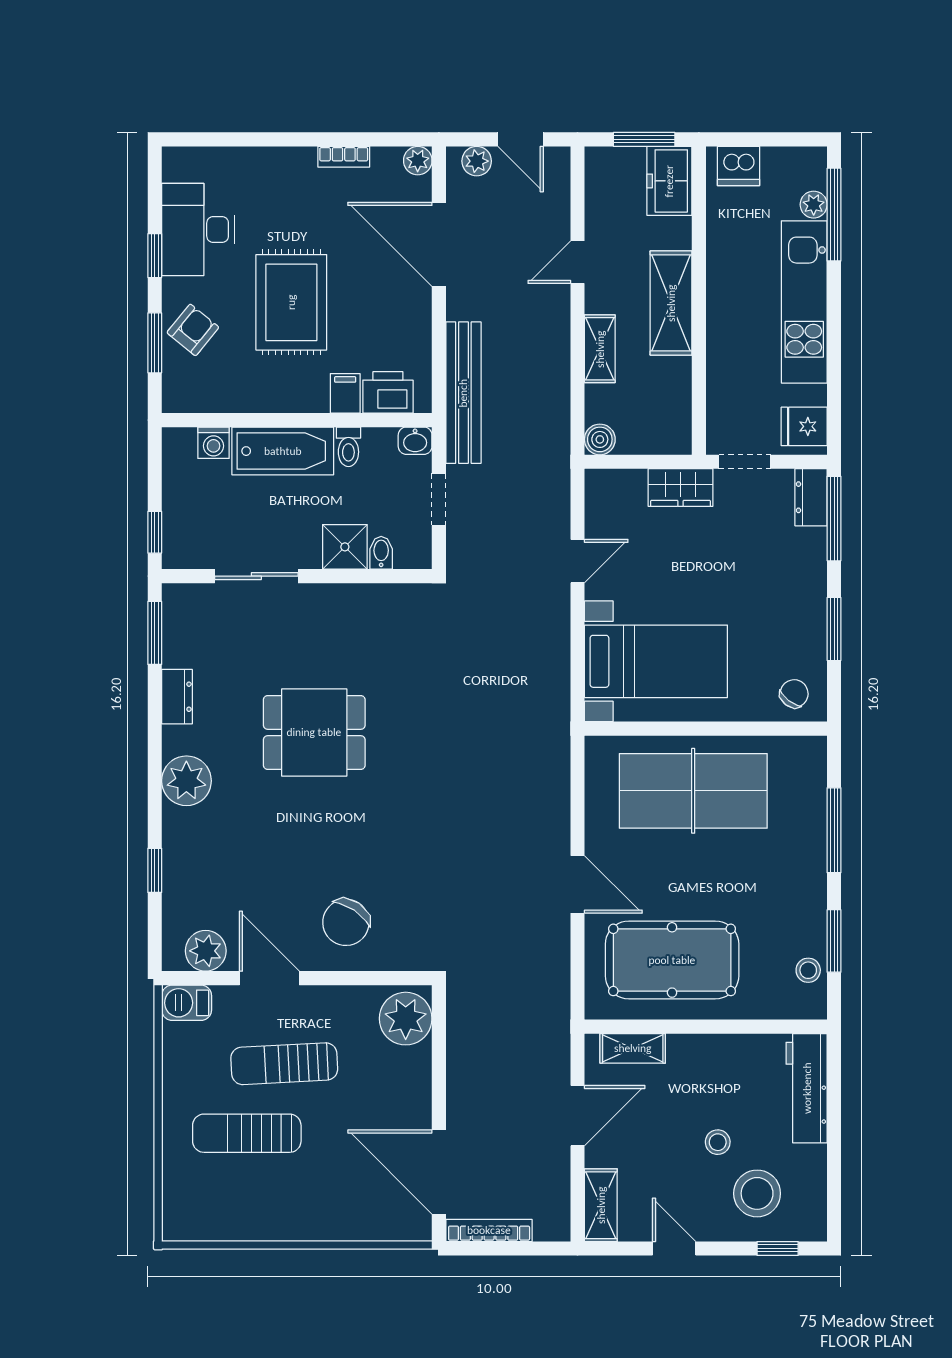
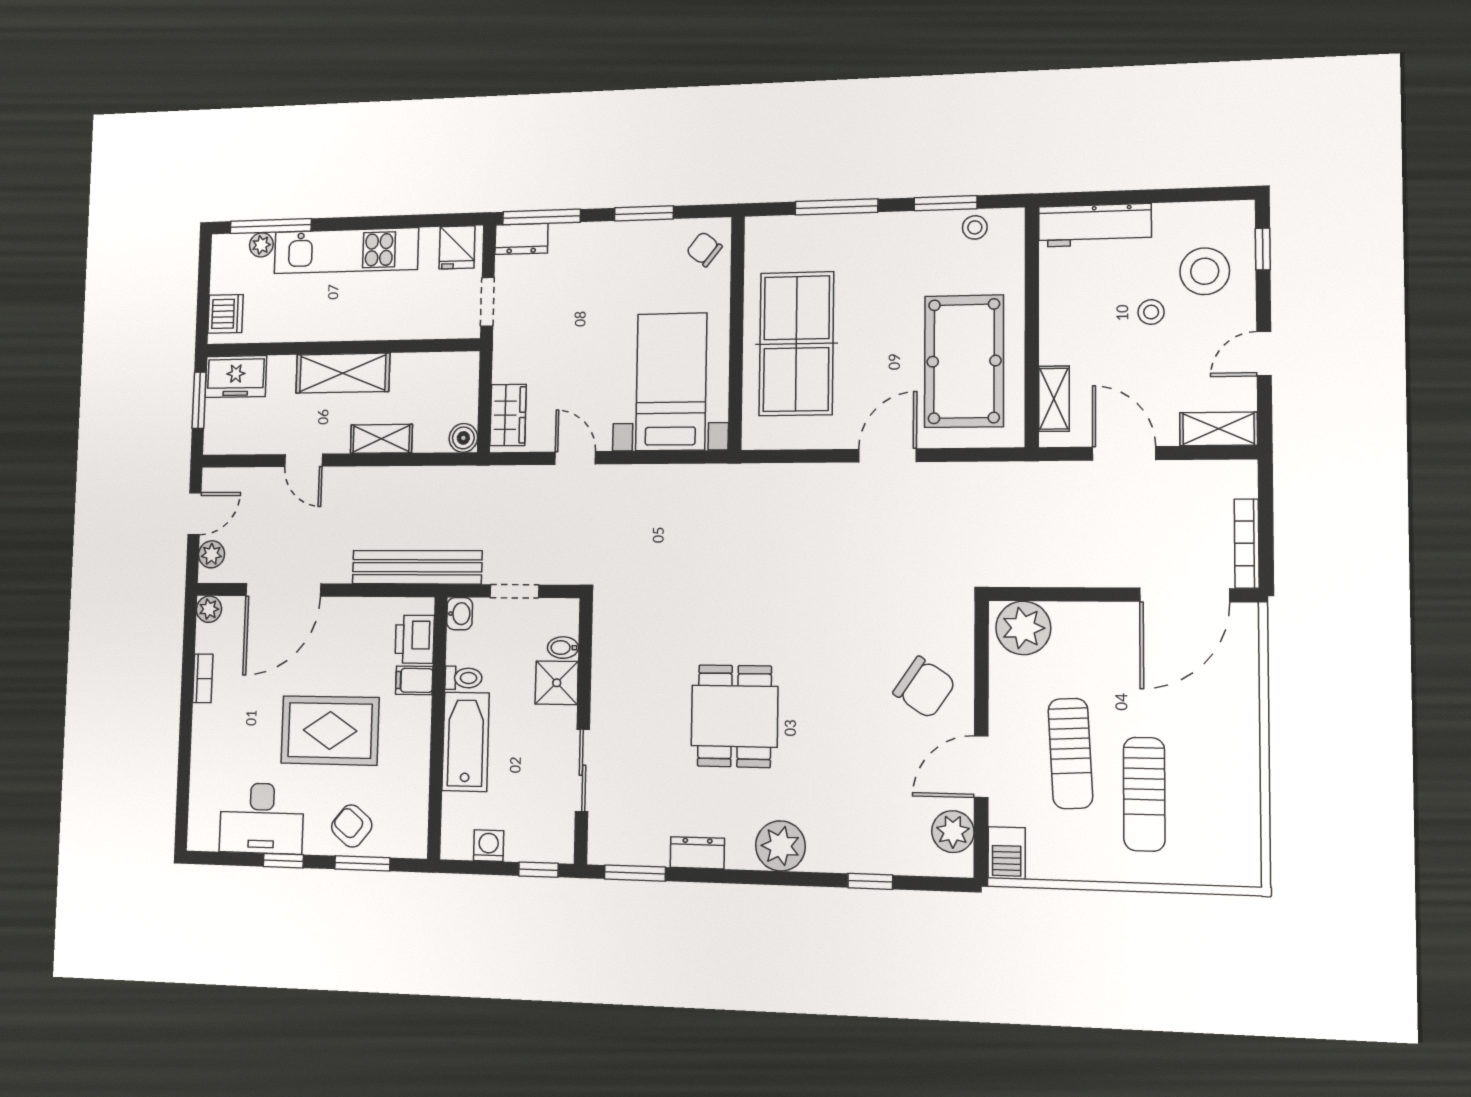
washing machine: (213, 443) -> (489, 846), moved, turned -90
wardrobe: (681, 487) -> (508, 415), moved

